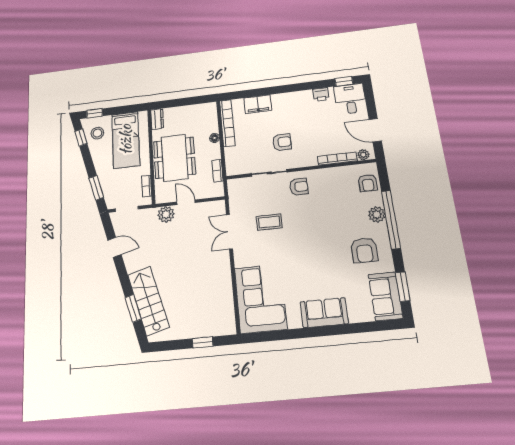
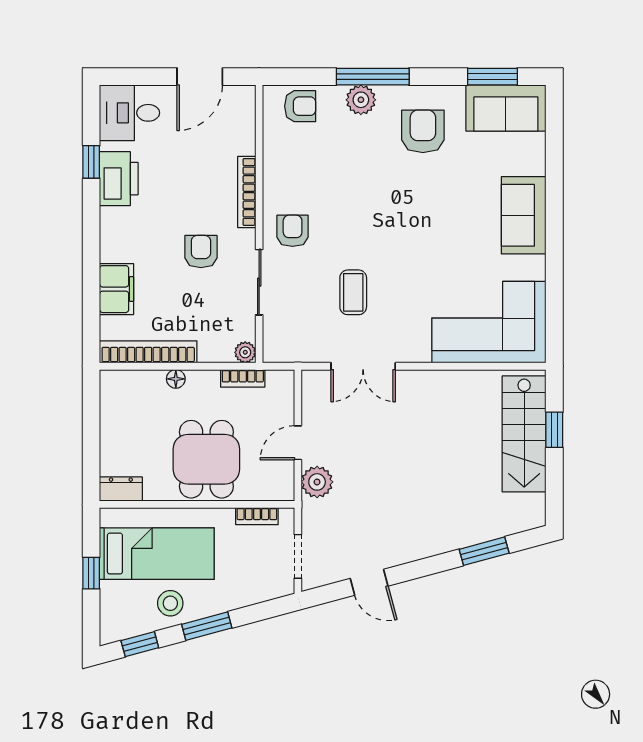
window: (344, 81) -> (91, 162), moved
printer: (321, 94) -> (119, 179), width x1.87, depth x1.48
window: (95, 113) -> (91, 573), moved
stool: (97, 133) -> (170, 603), moved
plant: (363, 155) -> (245, 352), moved
dining table: (175, 158) -> (206, 459), width x0.73
bookcase: (337, 159) -> (247, 192), moved
window: (96, 188) -> (207, 626), moved
window: (391, 219) -> (373, 77), width x0.68
door: (114, 247) -> (369, 582), swing flipped
armchair: (364, 250) -> (423, 131), turned -90
stairs: (148, 301) -> (524, 434), moved, turned -75

